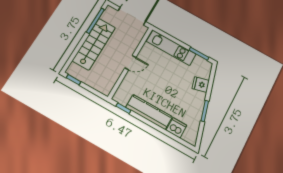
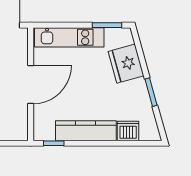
door: (130, 63) -> (31, 85), width x1.87
fridge: (201, 84) -> (126, 64), width x1.88, depth x1.34

